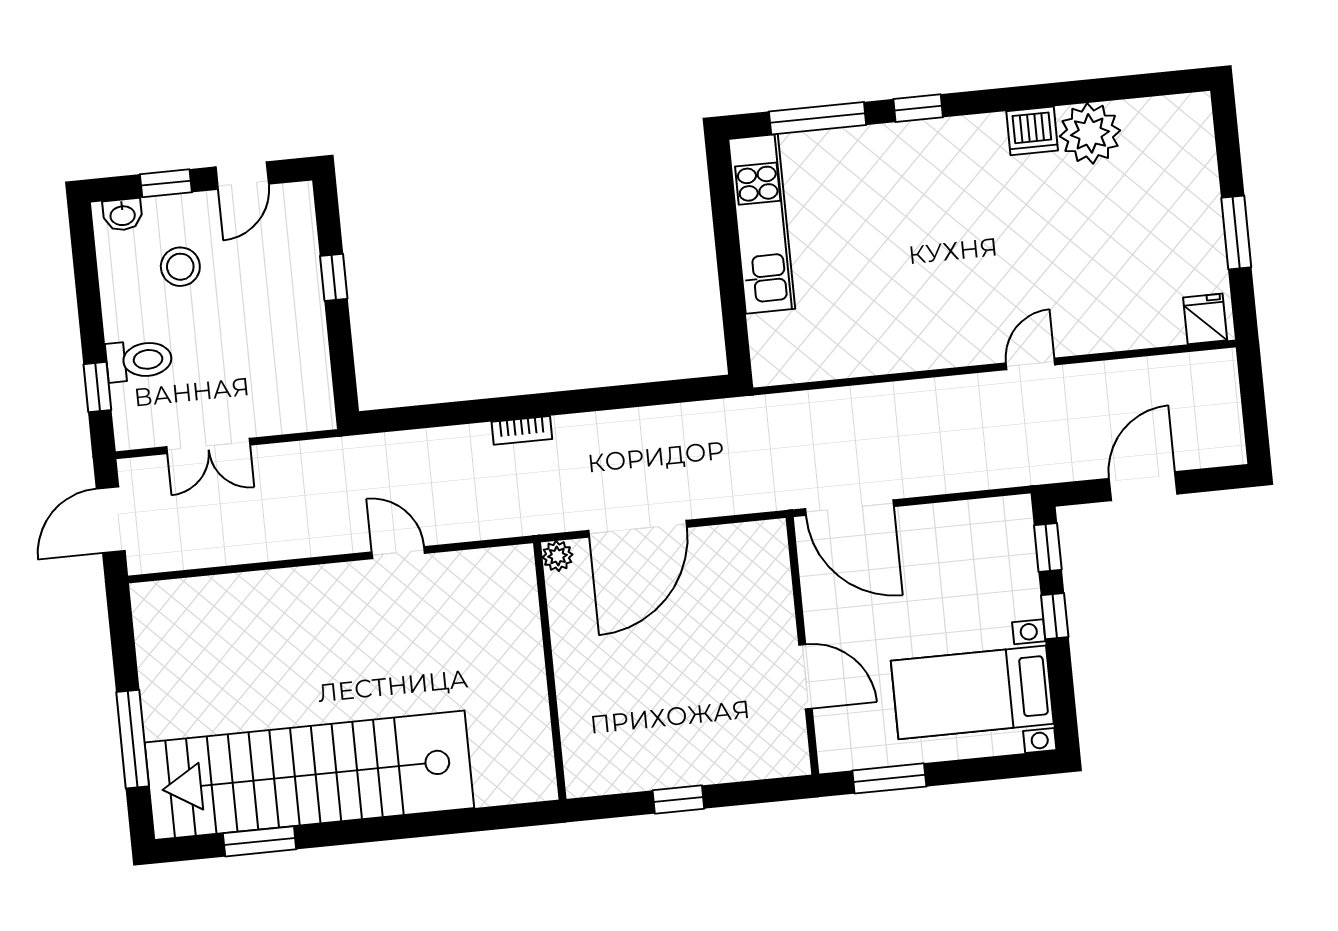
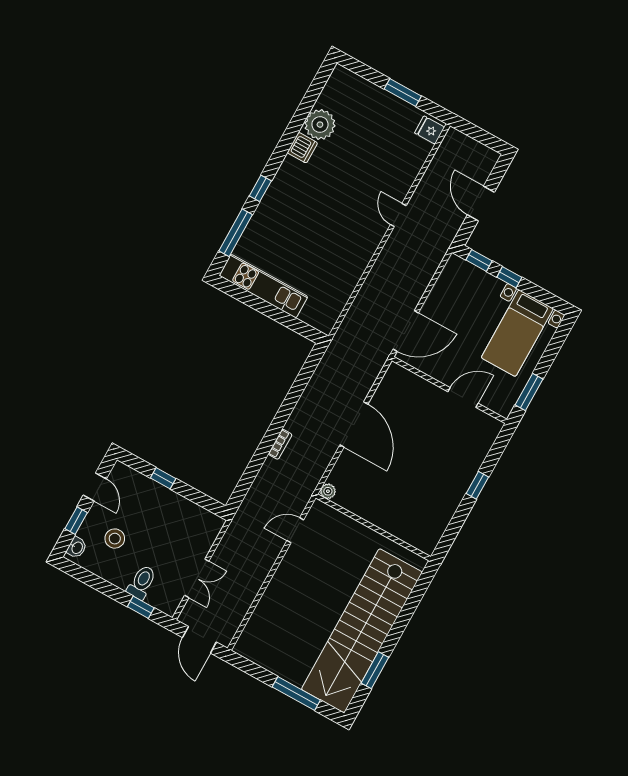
plant: (557, 556) -> (328, 491), moved
wall: (550, 671) -> (373, 527), moved

